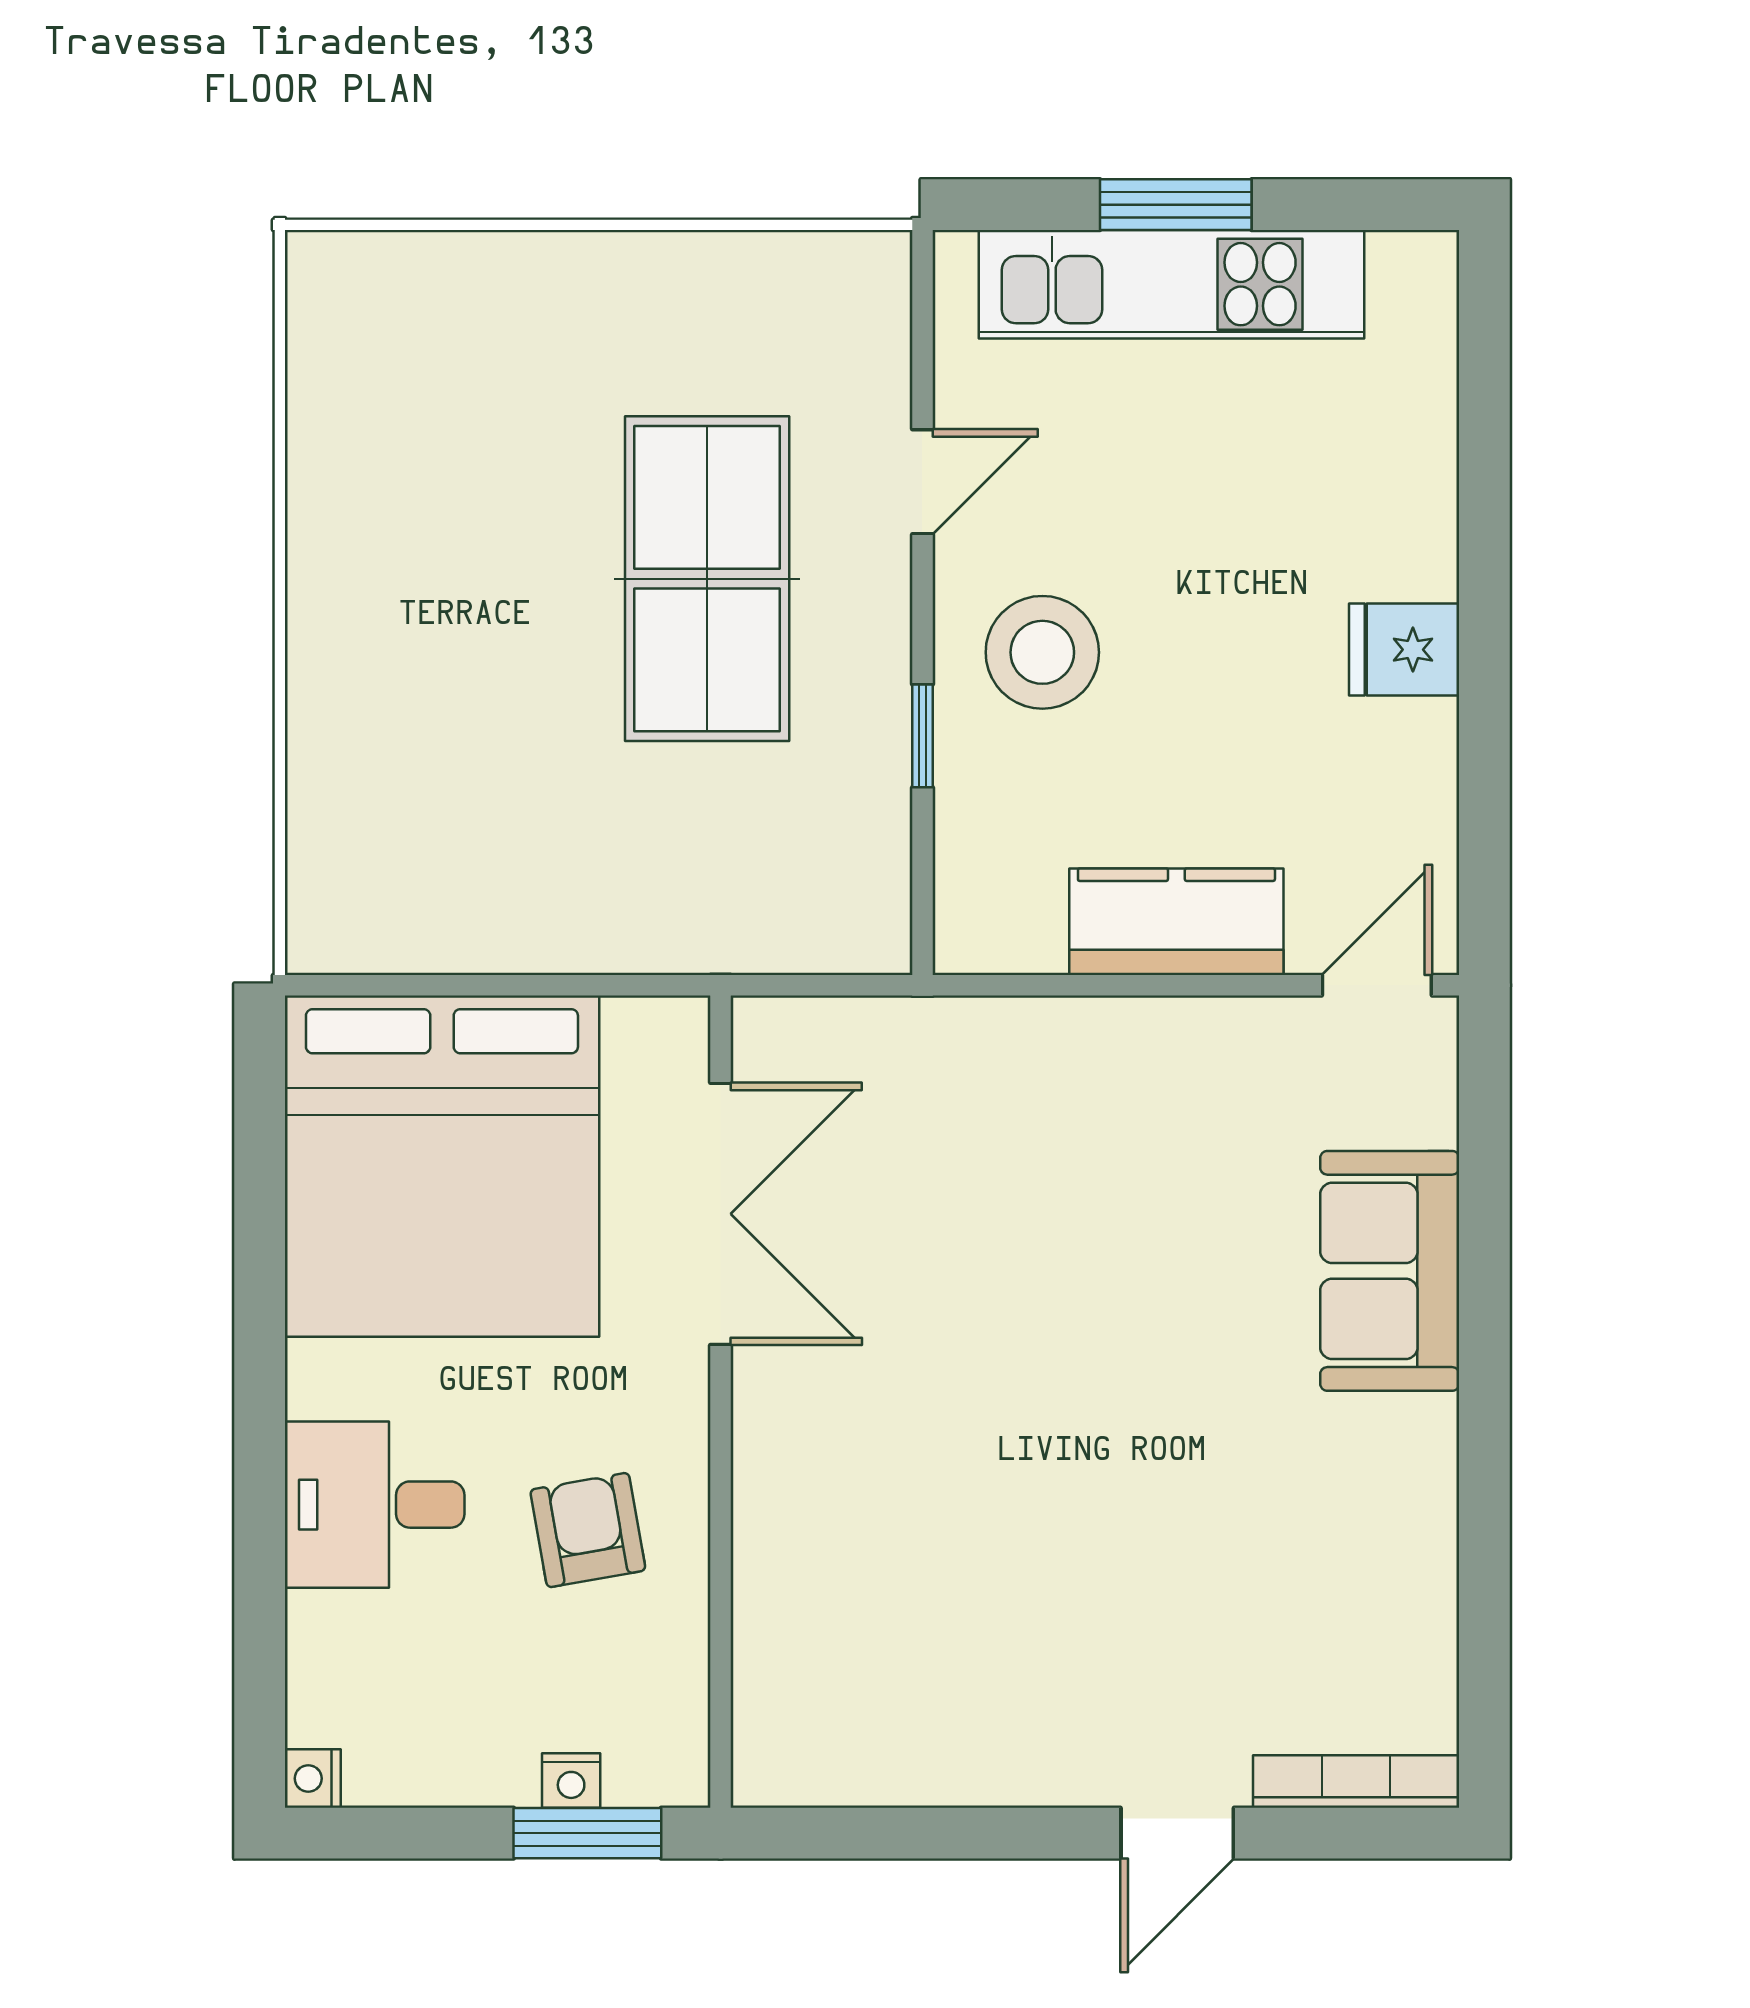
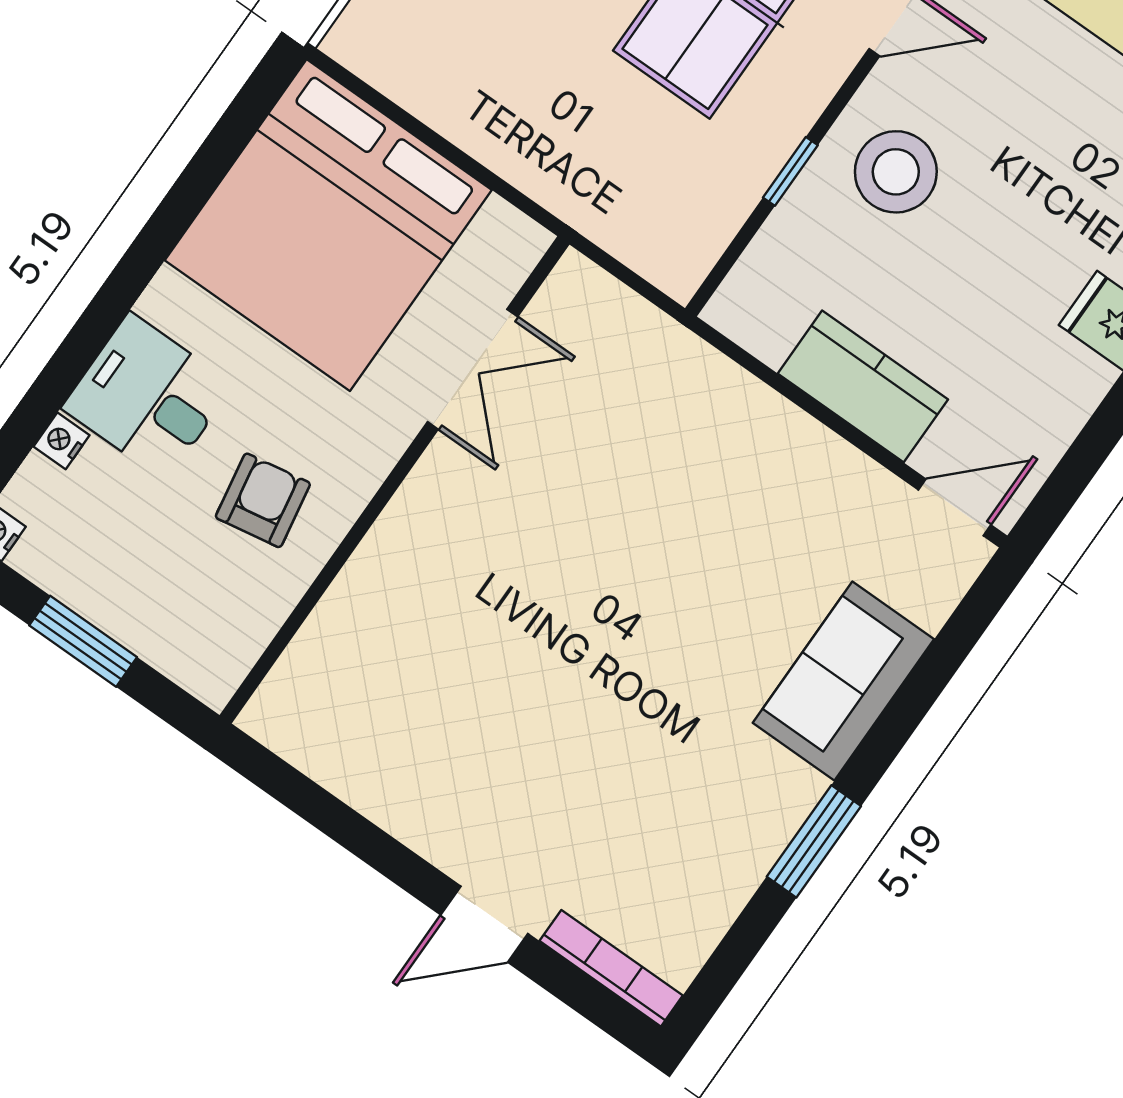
double door: (721, 1214) -> (473, 369), width x0.73
window: (1484, 1476) -> (814, 841), added
nightstand: (571, 1781) -> (61, 441), moved, turned 90
window: (587, 1833) -> (83, 641), moved

